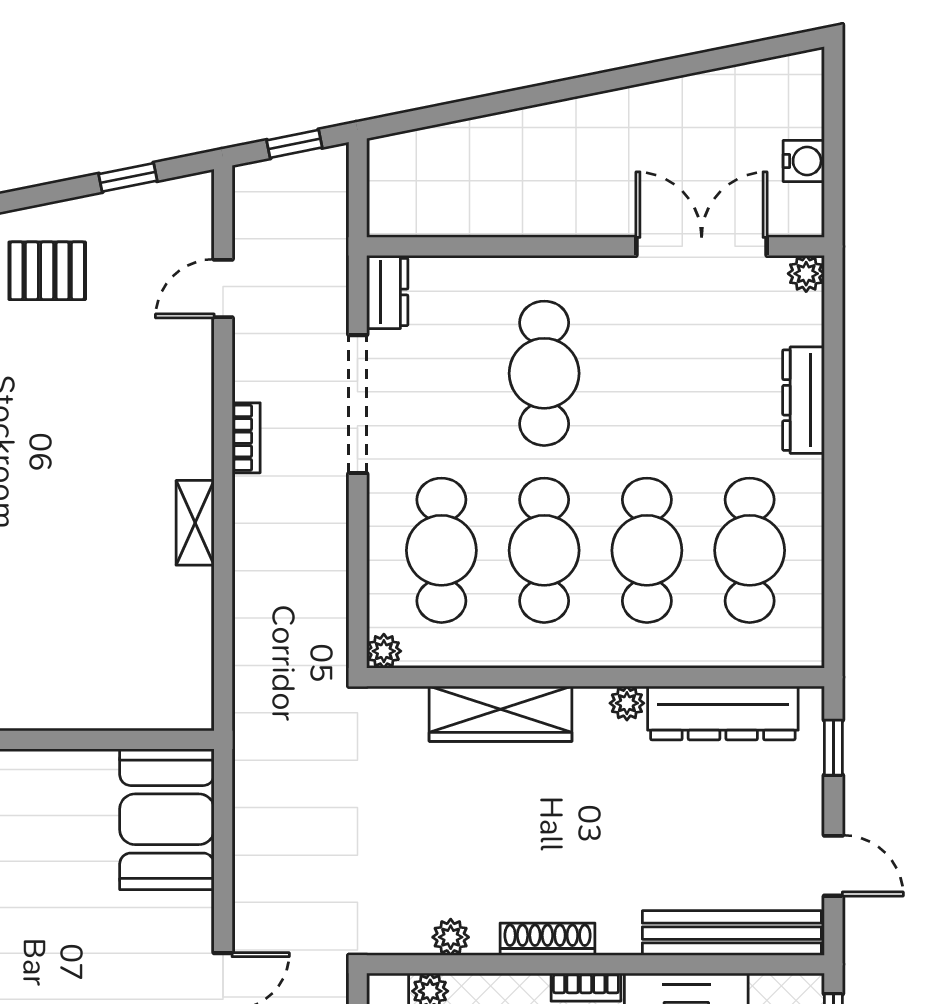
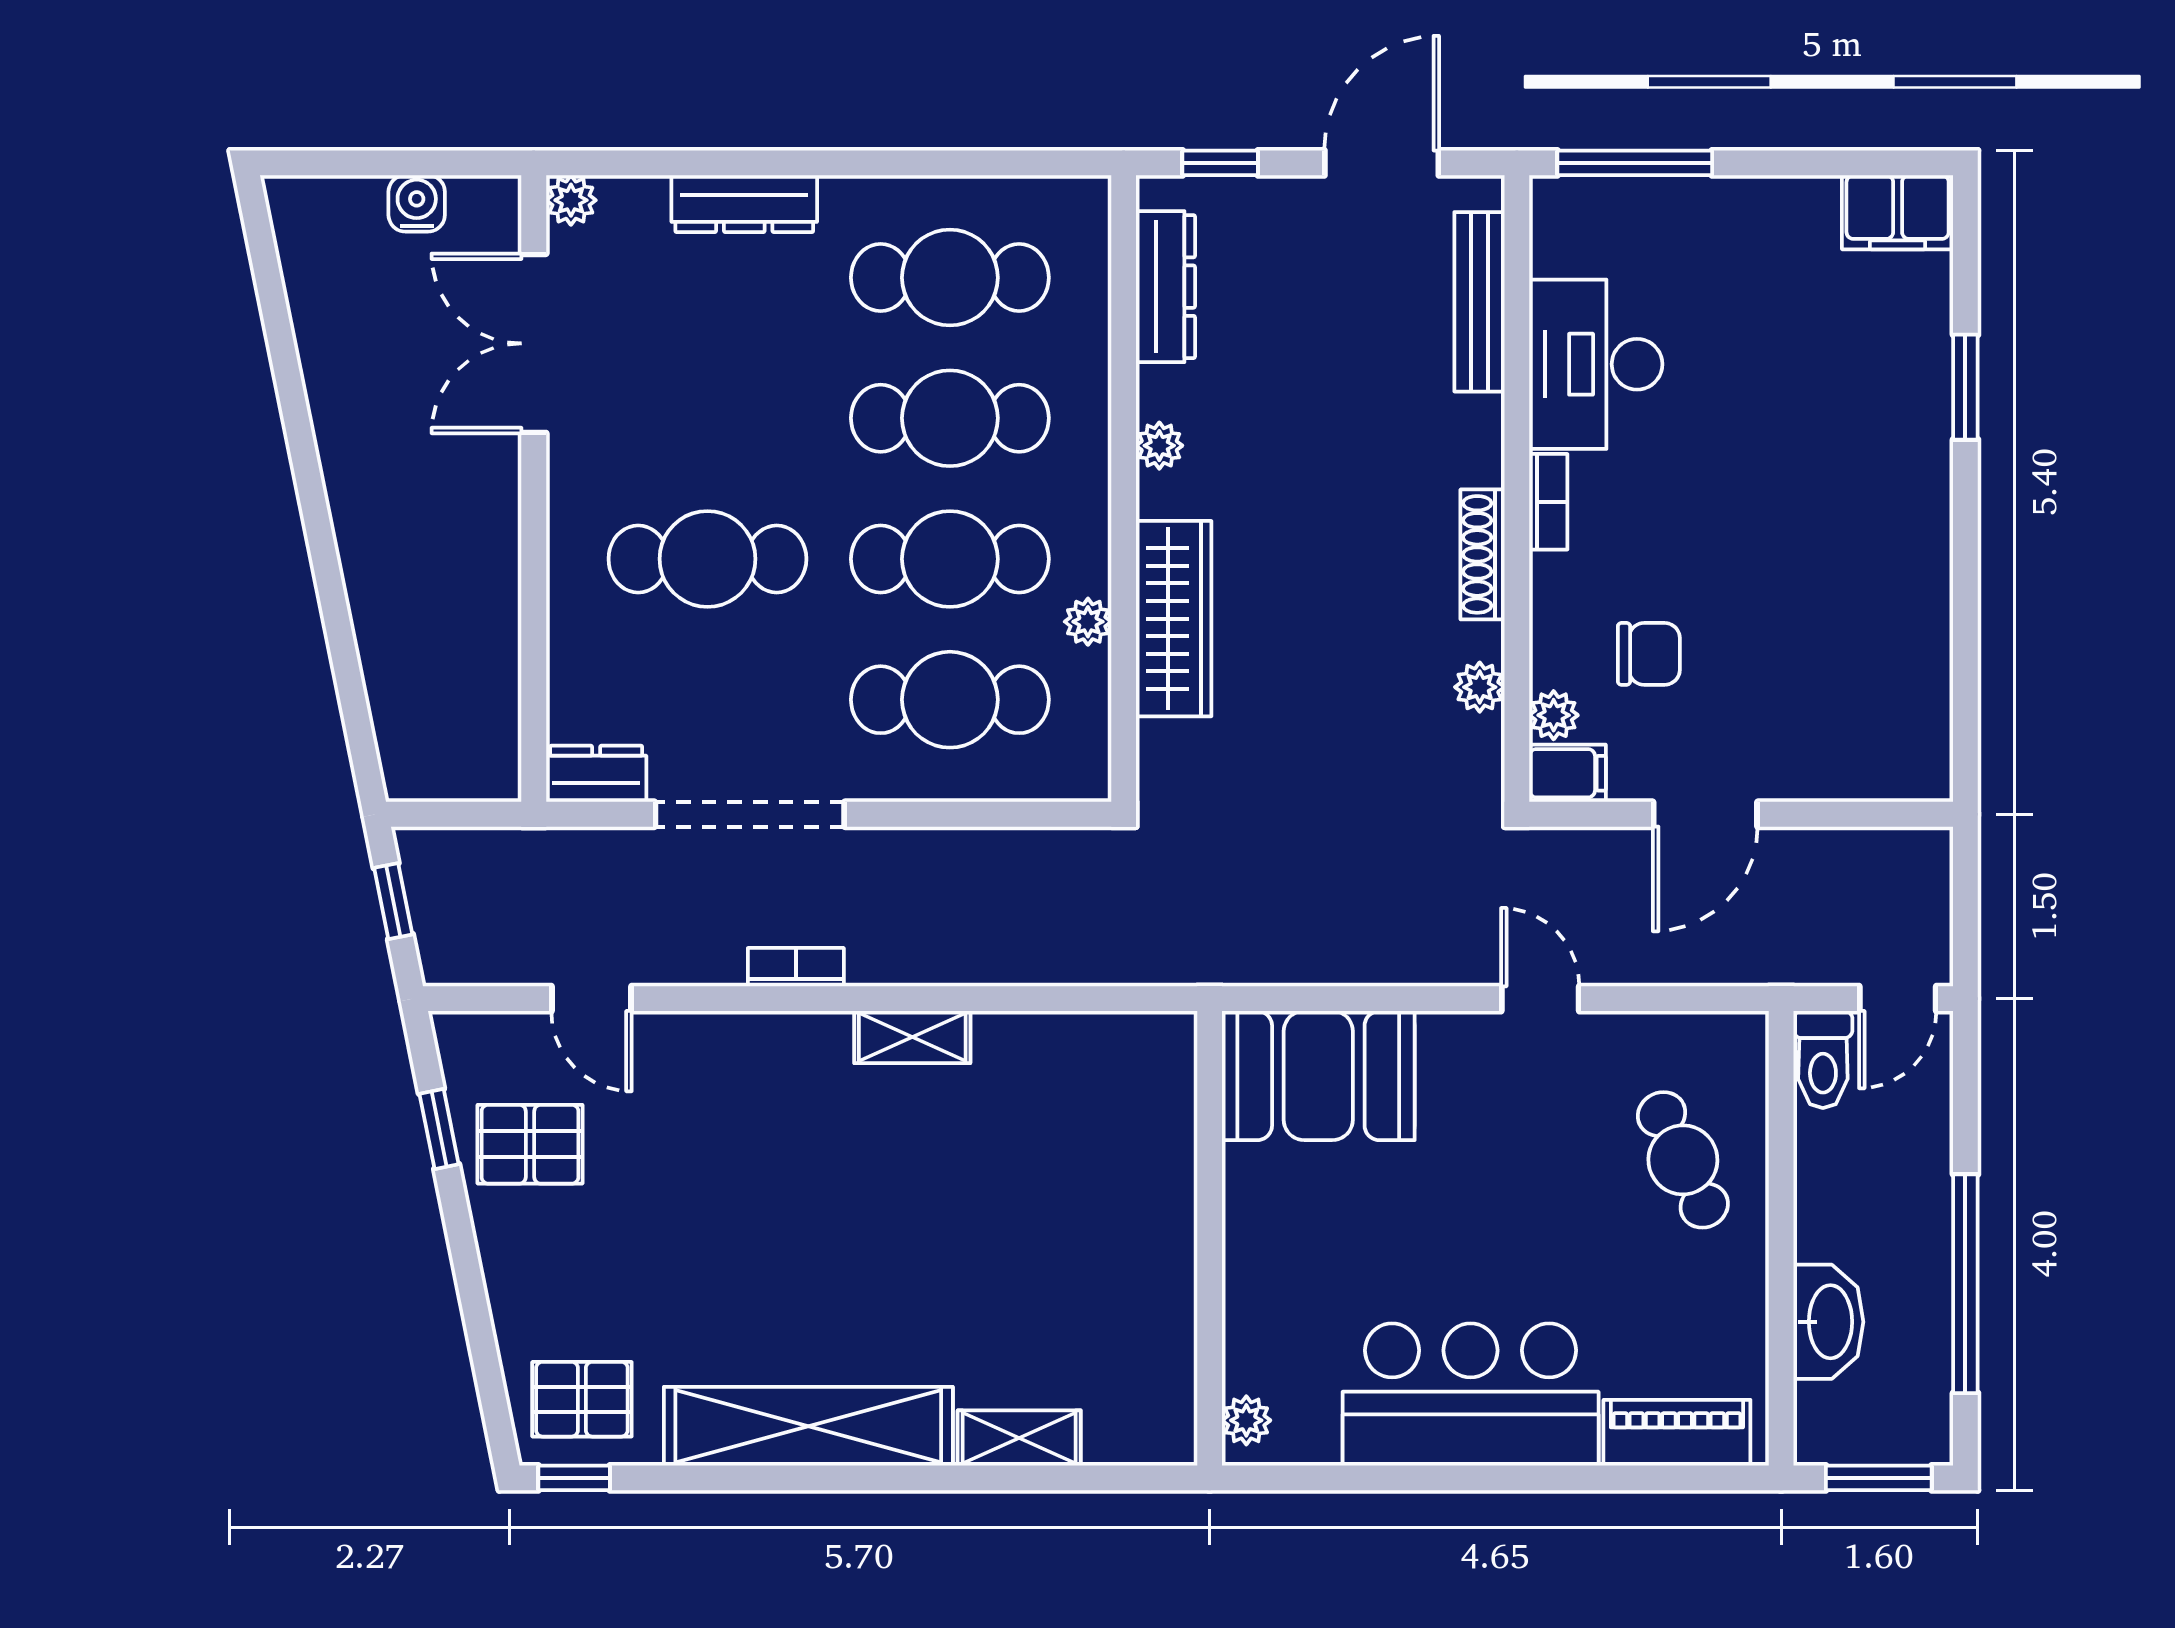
pallet: (47, 271) -> (530, 1144), moved, turned 90
plant: (384, 651) -> (1088, 622), moved
dresser: (723, 713) -> (1165, 287), width x0.73, depth x0.80
door: (833, 866) -> (1382, 163), width x1.38
bench: (732, 933) -> (1479, 302), width x0.73, depth x0.82

